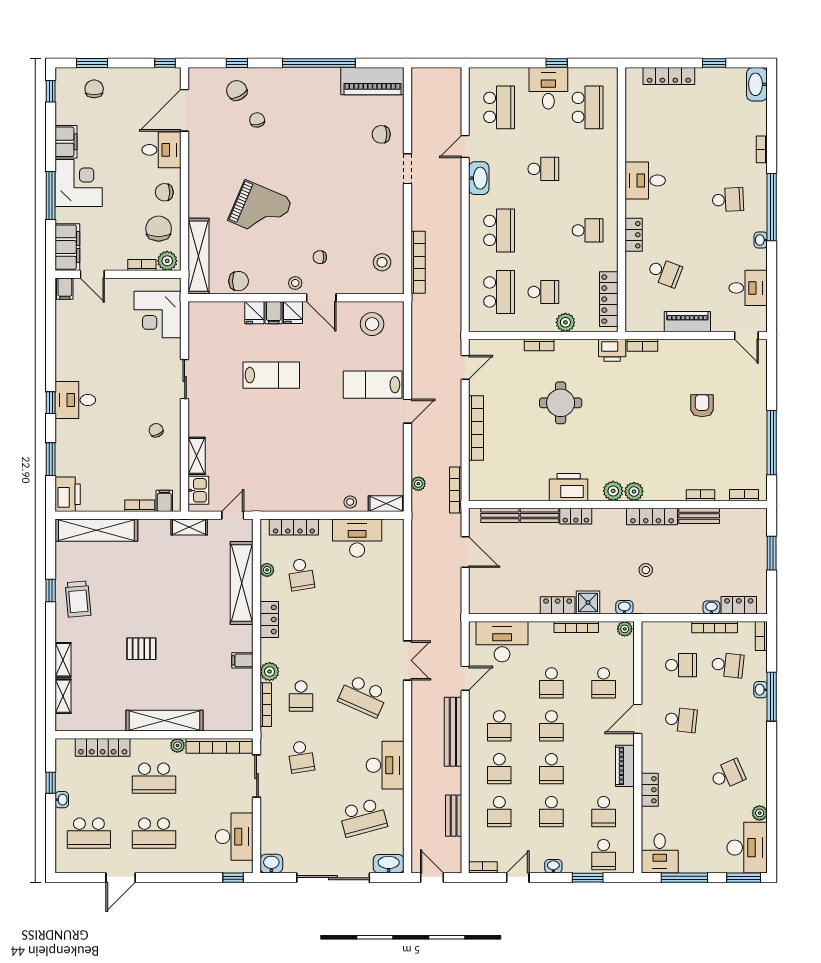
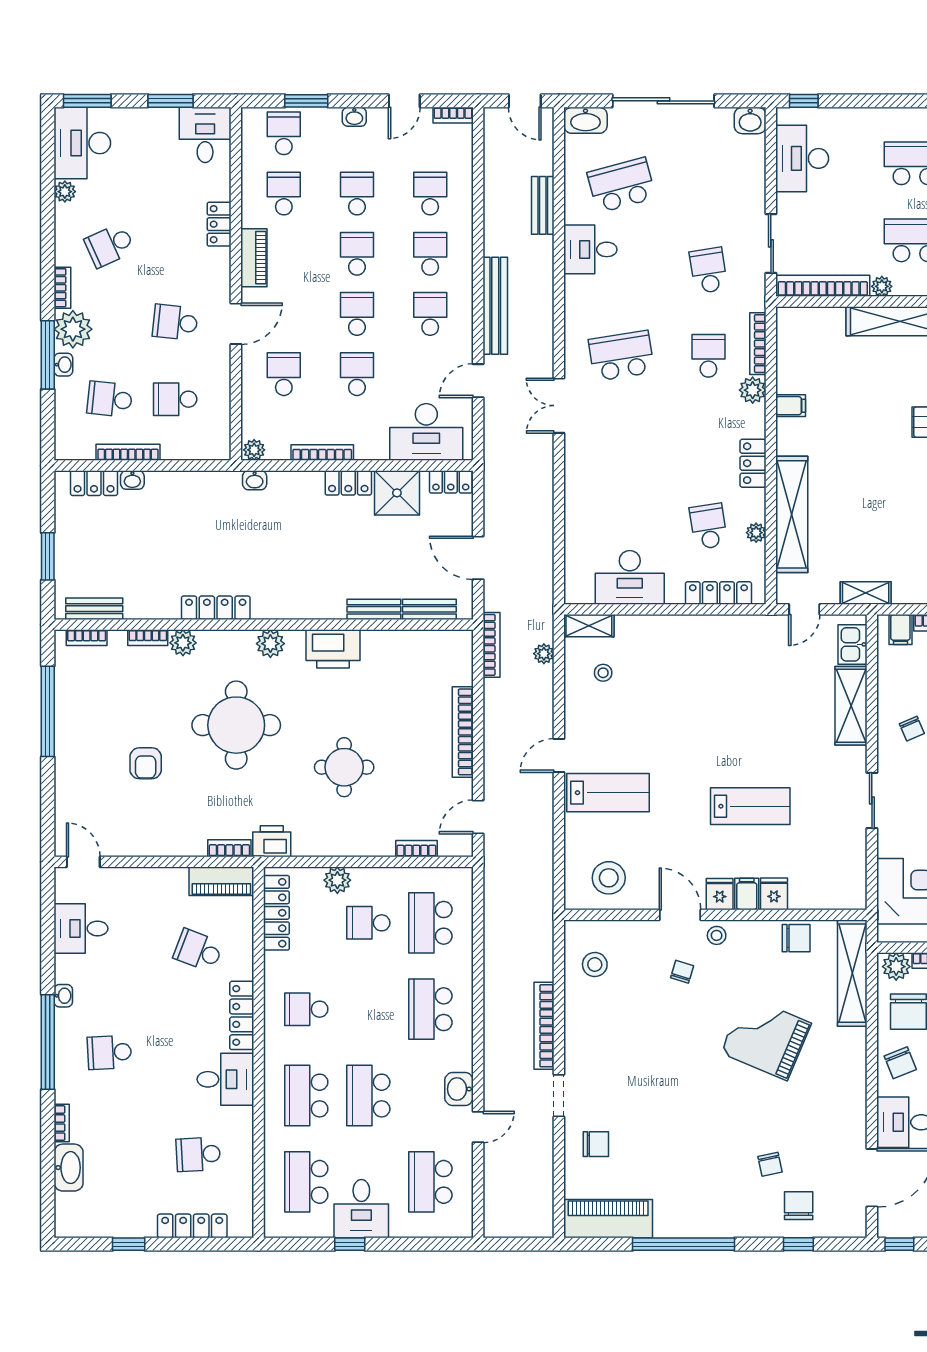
washbasin: (757, 84) -> (69, 1168), moved
chair: (237, 91) -> (799, 1206), turned -152
school desk: (665, 127) -> (198, 1154), added
school desk: (543, 169) -> (368, 1096), width x1.85
school desk: (588, 169) -> (306, 1096), added
washbasin: (479, 178) -> (459, 1089), width x0.72
chair: (164, 192) -> (900, 1063), turned 68
locker: (634, 235) -> (242, 1015), width x1.53
chair: (320, 257) -> (682, 972), turned -73
bookcase: (418, 262) -> (544, 1026), moved
chair: (239, 281) -> (796, 938), turned 180
piano: (687, 322) -> (221, 881), moved
bookcase: (539, 345) -> (416, 849), moved
lab bench: (271, 375) -> (750, 806), turned 180
round table: (637, 433) -> (236, 725), added
shelving: (197, 456) -> (851, 706), width x1.50, depth x1.33
plant: (634, 491) -> (183, 643), moved
stool: (350, 502) -> (603, 673), moved
locker: (576, 516) -> (451, 482), moved, turned 180
bench: (699, 516) -> (94, 609), moved
stool: (646, 570) -> (225, 533), removed
shower: (588, 603) -> (397, 493), moved, width x1.36, depth x1.36
bookcase: (761, 636) -> (62, 288), moved
school desk: (363, 696) -> (621, 356), turned -33
plant: (754, 715) -> (73, 329), added
desk: (385, 765) -> (590, 249), width x0.73
bench: (454, 816) -> (543, 205), moved
window: (684, 878) -> (171, 101), width x0.69

